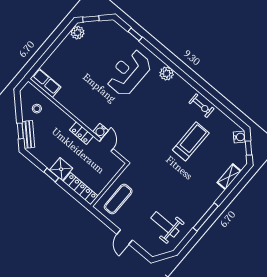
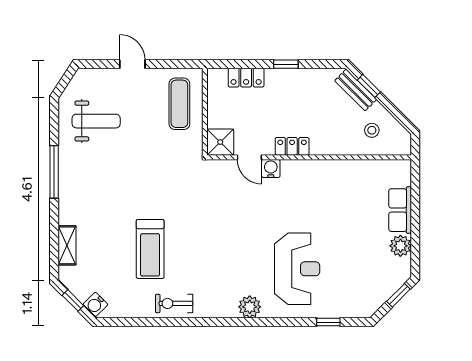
plant: (78, 33) -> (400, 246), moved
row of seats: (45, 83) -> (400, 210), moved, turned 90
shower: (61, 169) -> (220, 142), moved
locker: (80, 189) -> (246, 78), width x0.66

